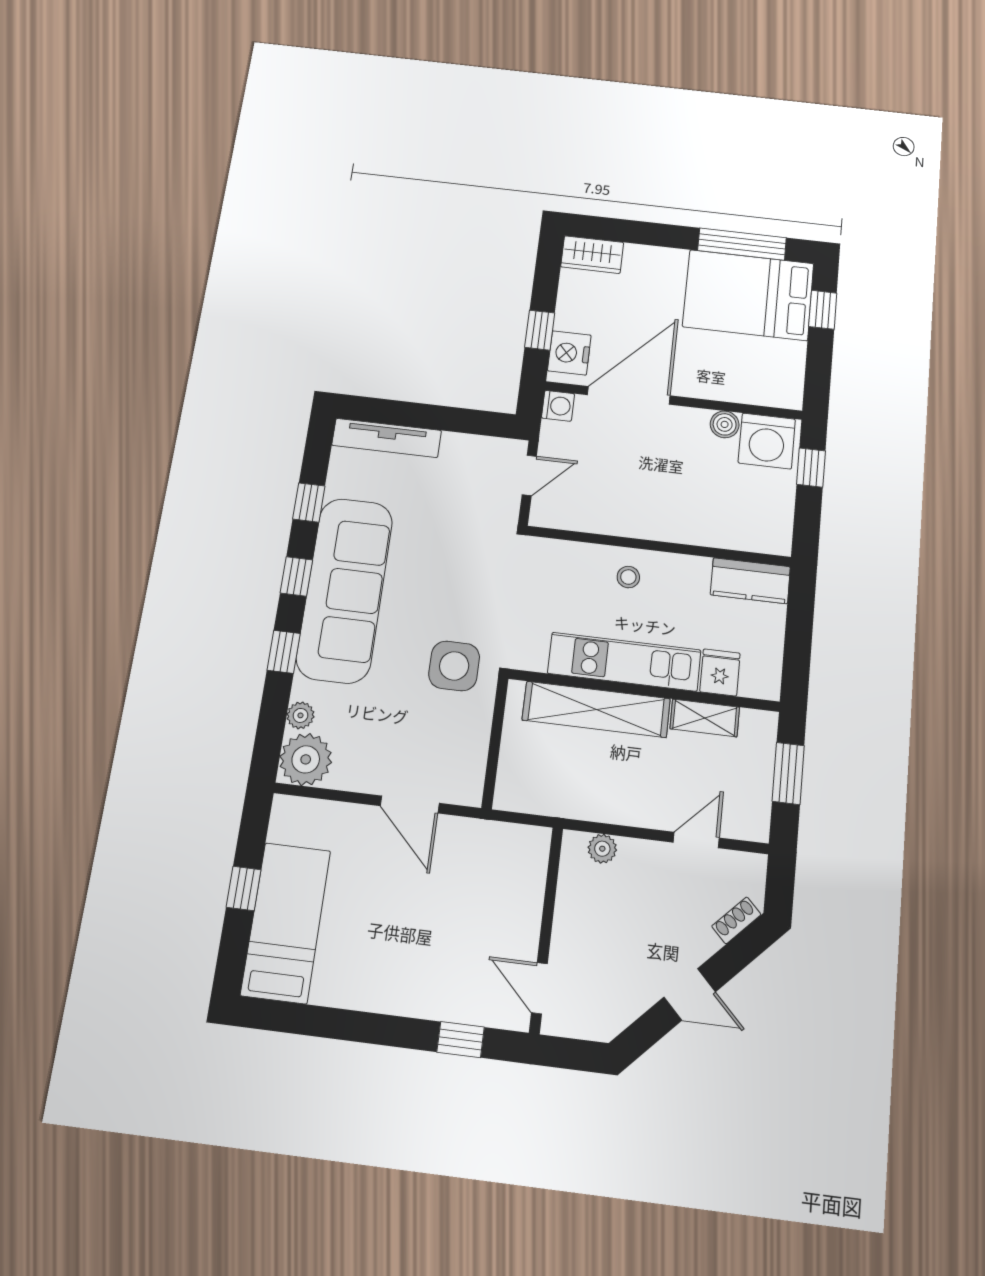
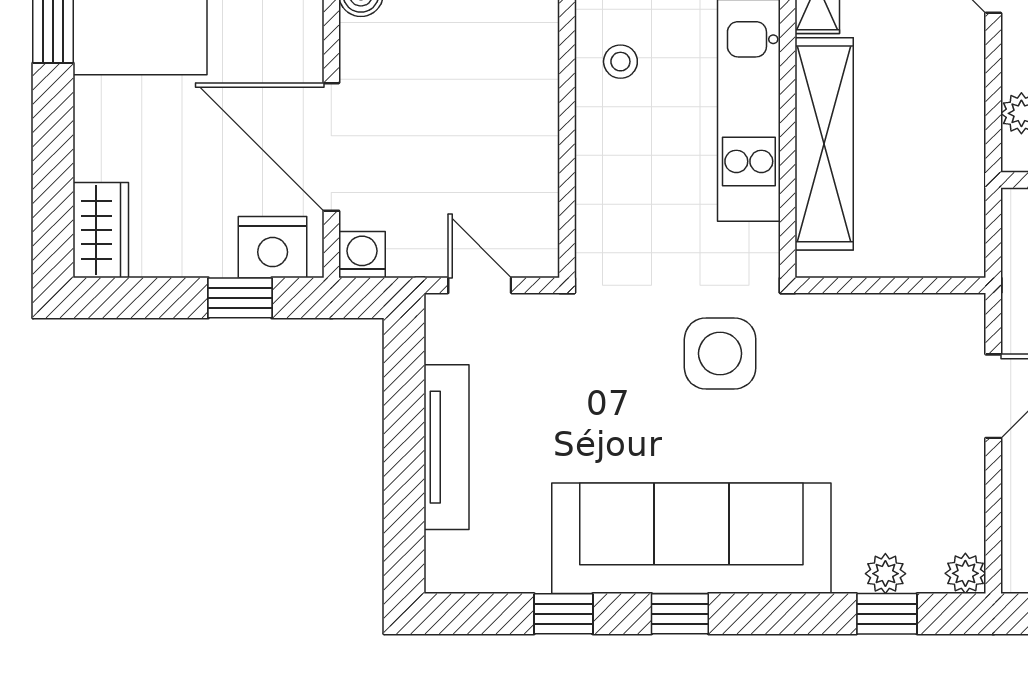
tv unit: (387, 438) -> (446, 447), moved
stool: (628, 577) -> (620, 62), moved
window: (284, 652) -> (887, 614), moved
side table: (454, 666) -> (720, 353), moved
plant: (306, 759) -> (965, 573), width x0.53, depth x0.53

